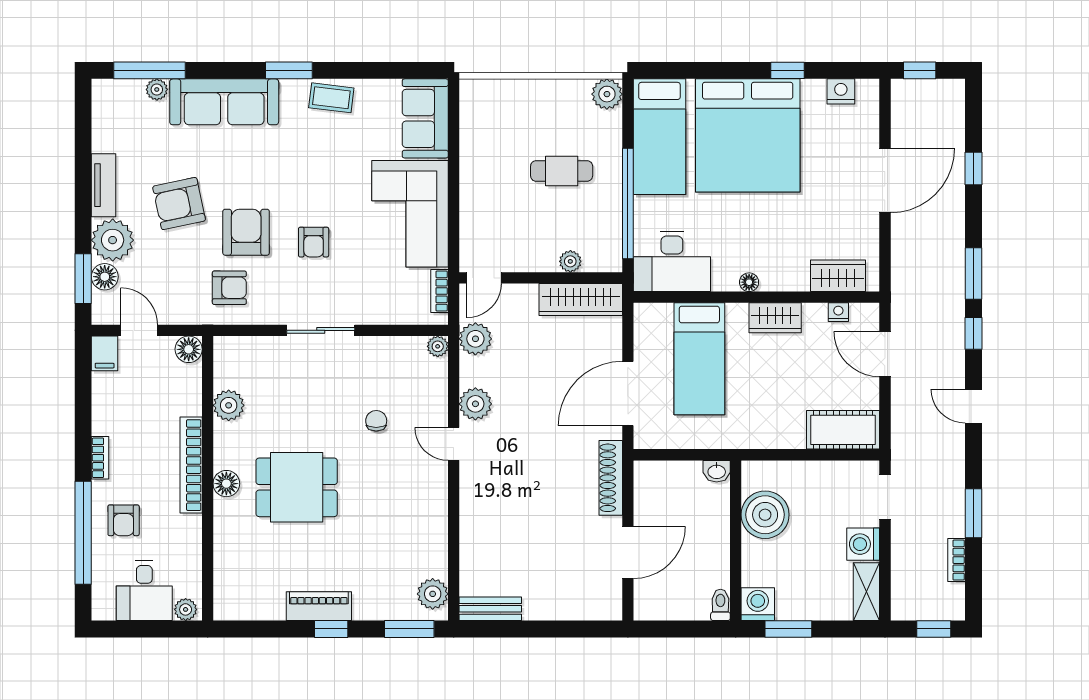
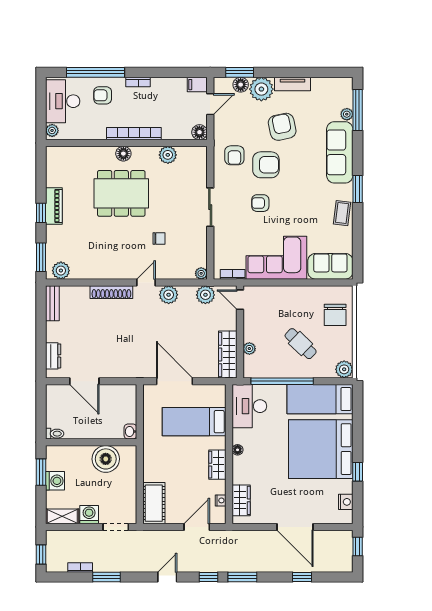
chair: (511, 110) -> (335, 315), added
cafe table: (562, 171) -> (301, 344), turned -46
shoe rack: (611, 478) -> (111, 292), moved, turned 180
dining table: (297, 487) -> (121, 193), width x1.37
desk: (144, 591) -> (63, 101), width x1.37
washing machine: (758, 604) -> (55, 481), moved
dresser: (583, 608) -> (53, 356), added

